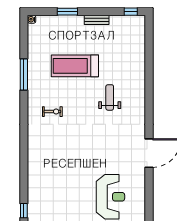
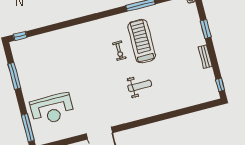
treadmill: (75, 66) -> (142, 41), moved
exercise bike: (52, 112) -> (119, 51), moved

